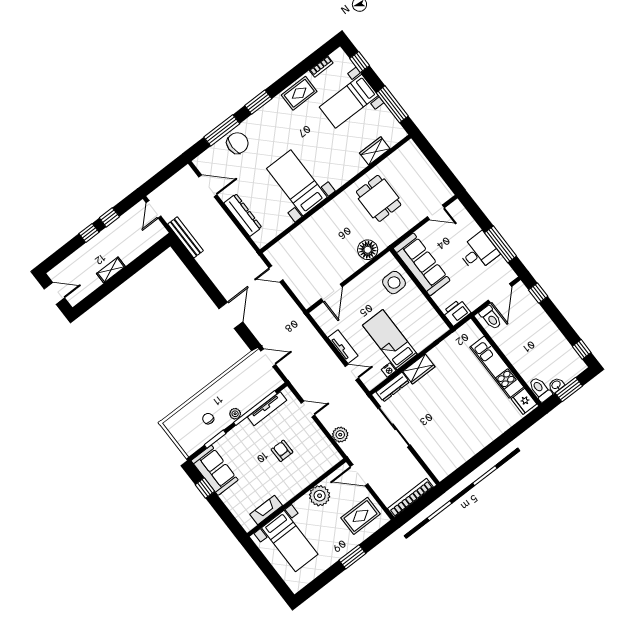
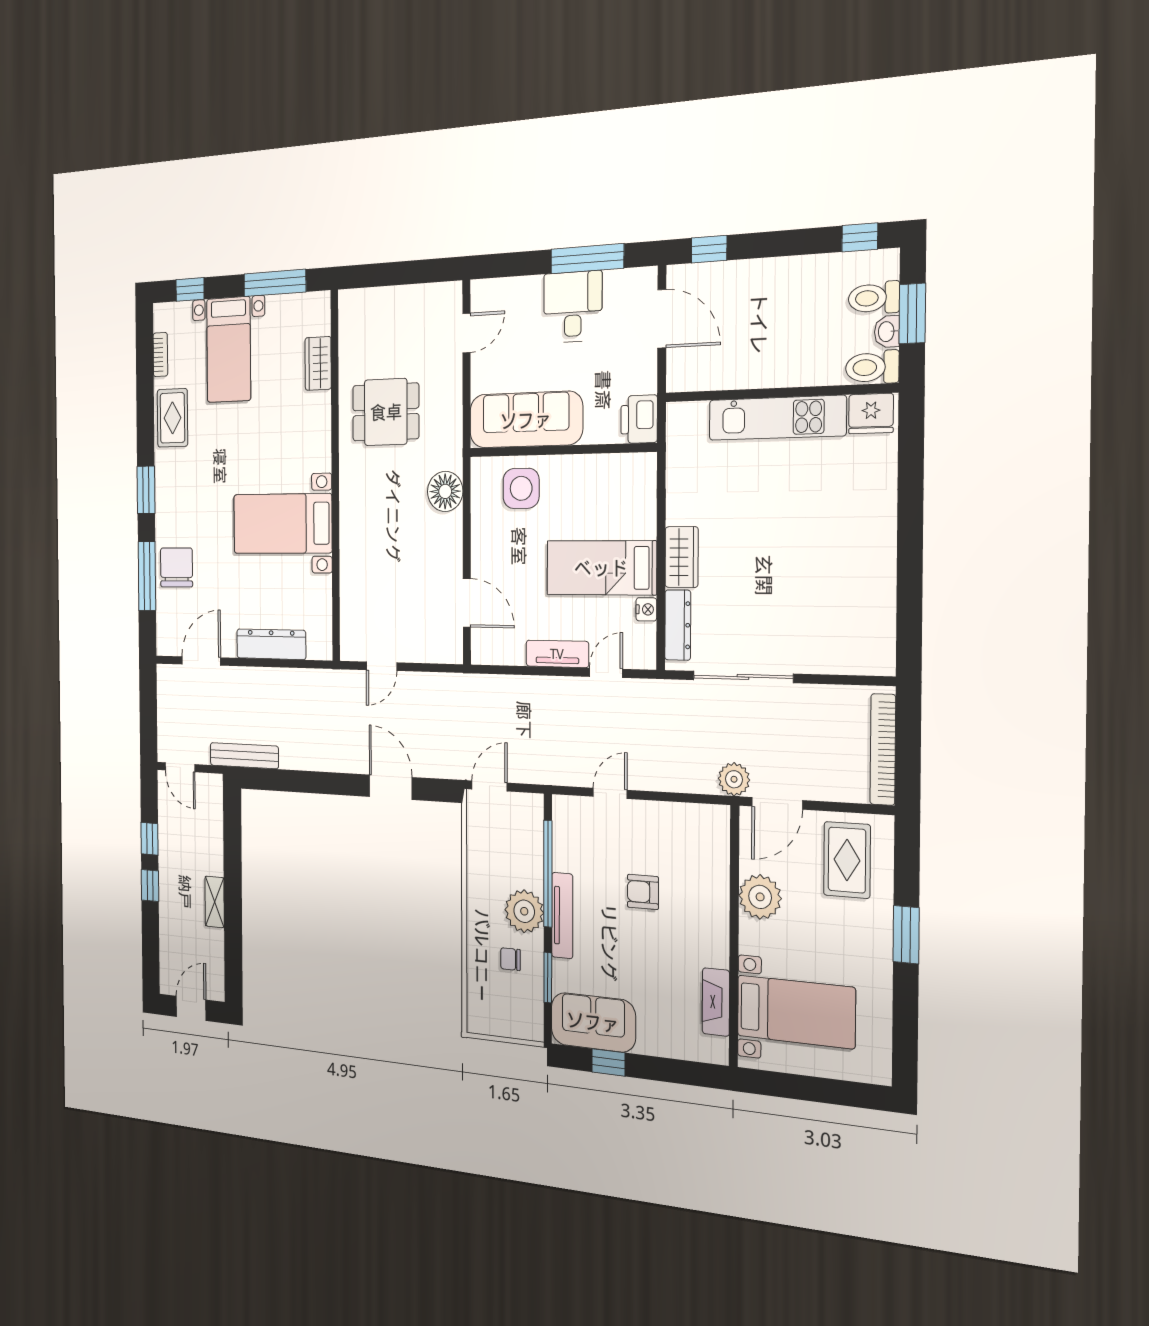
toilet: (491, 318) -> (874, 298), moved, turned 180
tv unit: (267, 409) -> (562, 916), moved
plant: (235, 414) -> (524, 911), width x1.88, depth x1.88
plant: (340, 435) -> (734, 779), moved

